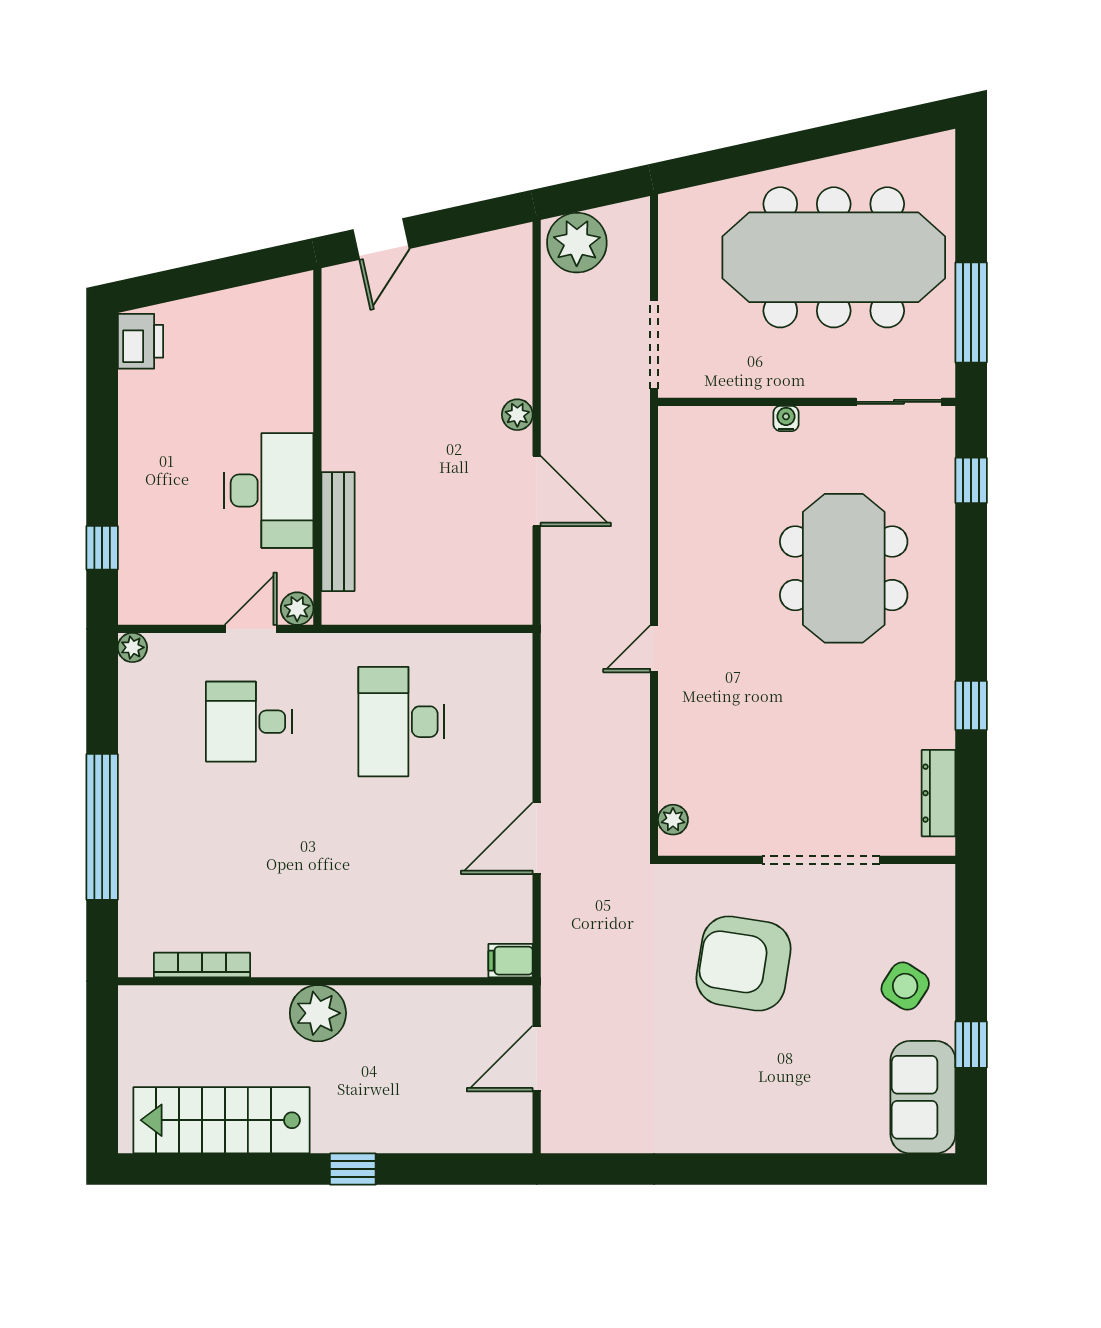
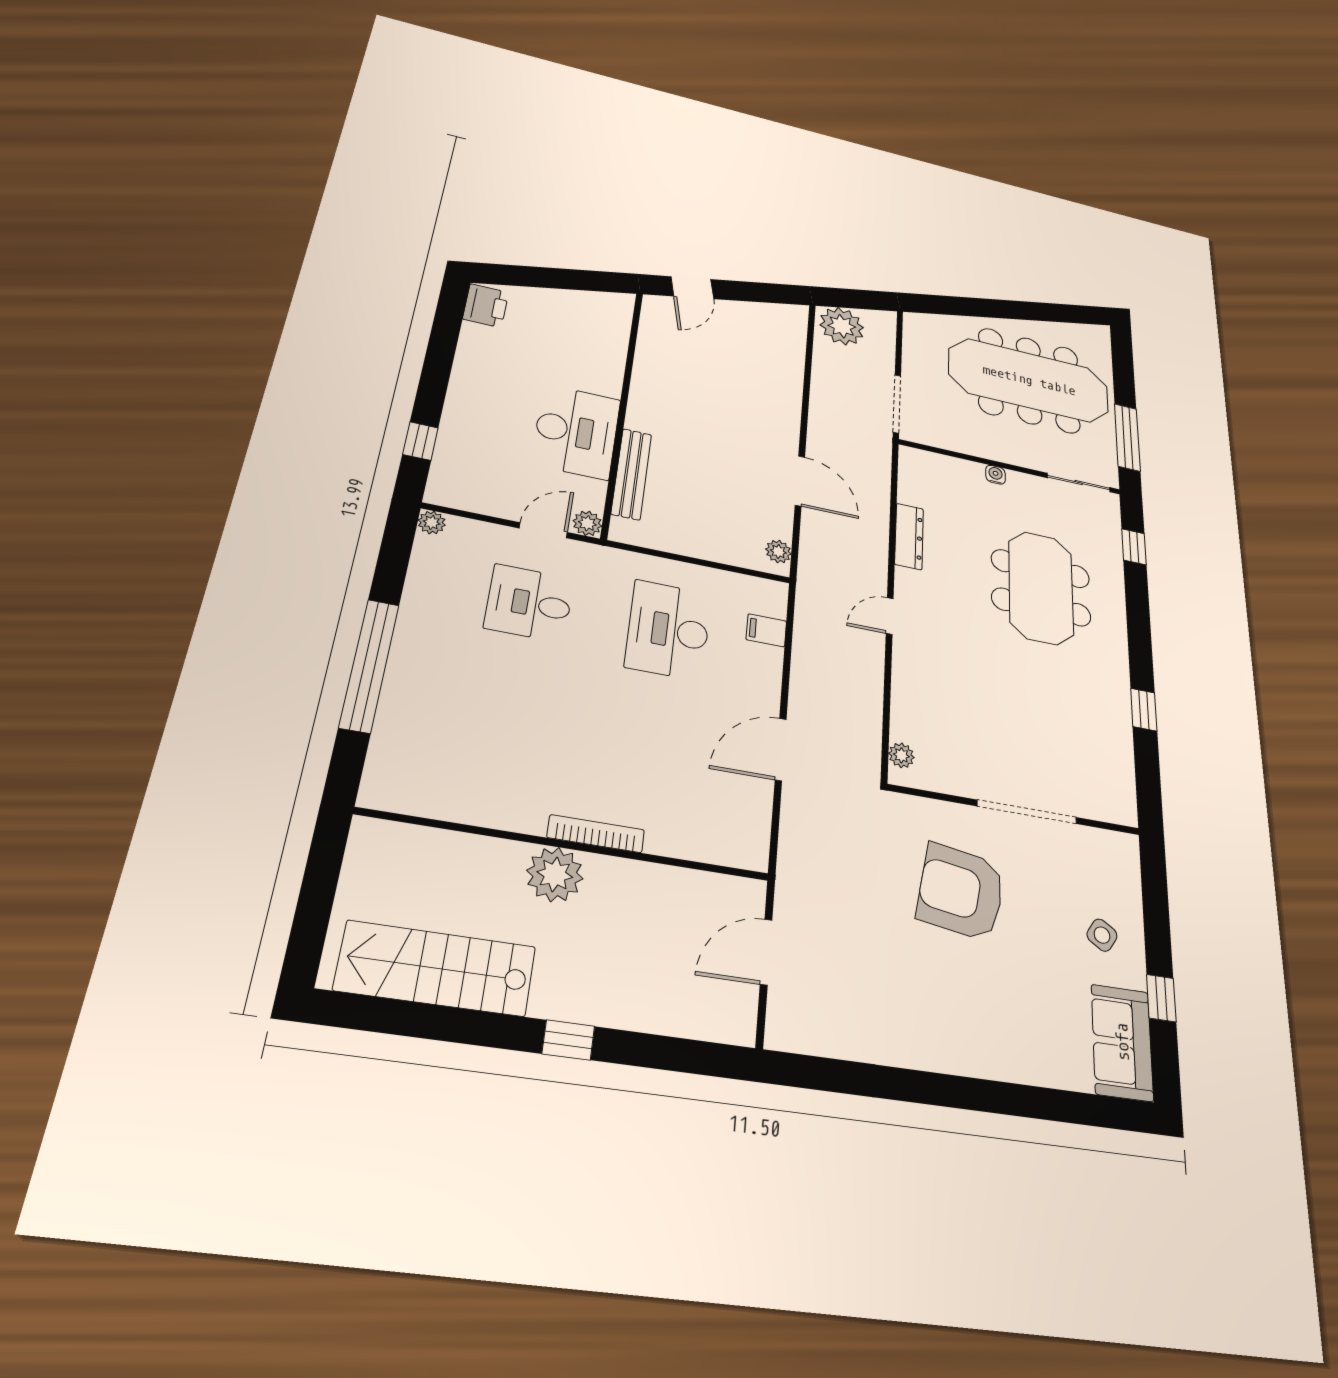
plant: (517, 415) -> (778, 552), moved
dresser: (939, 793) -> (909, 536), moved, turned 180
filing cabinet: (510, 961) -> (766, 630), moved
bookcase: (202, 965) -> (596, 834), moved
side table: (905, 986) -> (1102, 935), width x0.73, depth x0.73

